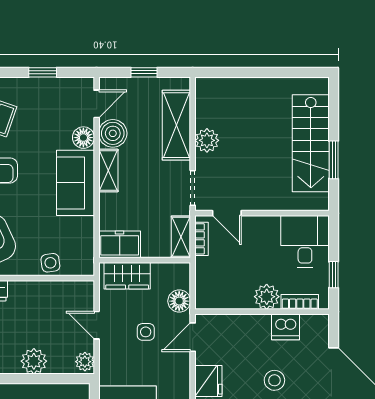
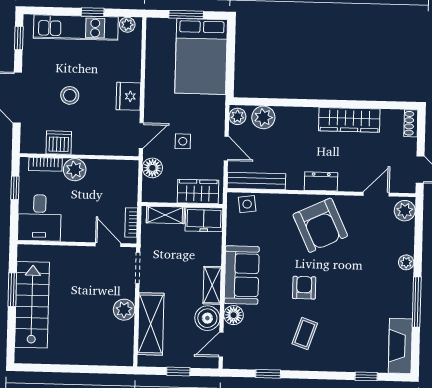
shelving: (181, 237) -> (165, 215), moved, turned 90
side table: (50, 263) -> (247, 204), moved
bench: (62, 289) -> (256, 181), added
plant: (34, 361) -> (263, 117), moved

